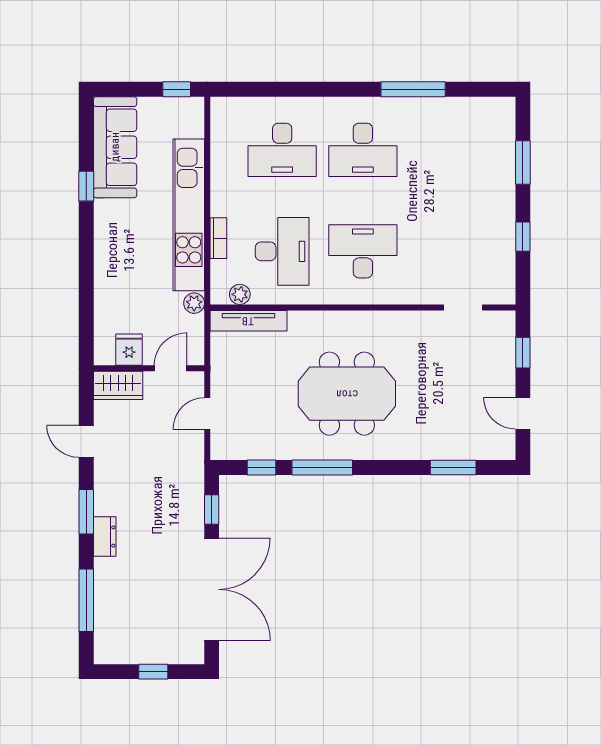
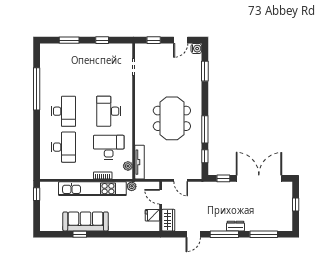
window: (413, 89) -> (37, 89), width x1.46
sofa: (115, 147) -> (86, 221), moved
water cooler: (504, 449) -> (196, 49), added
window: (86, 512) -> (224, 234), width x1.44

